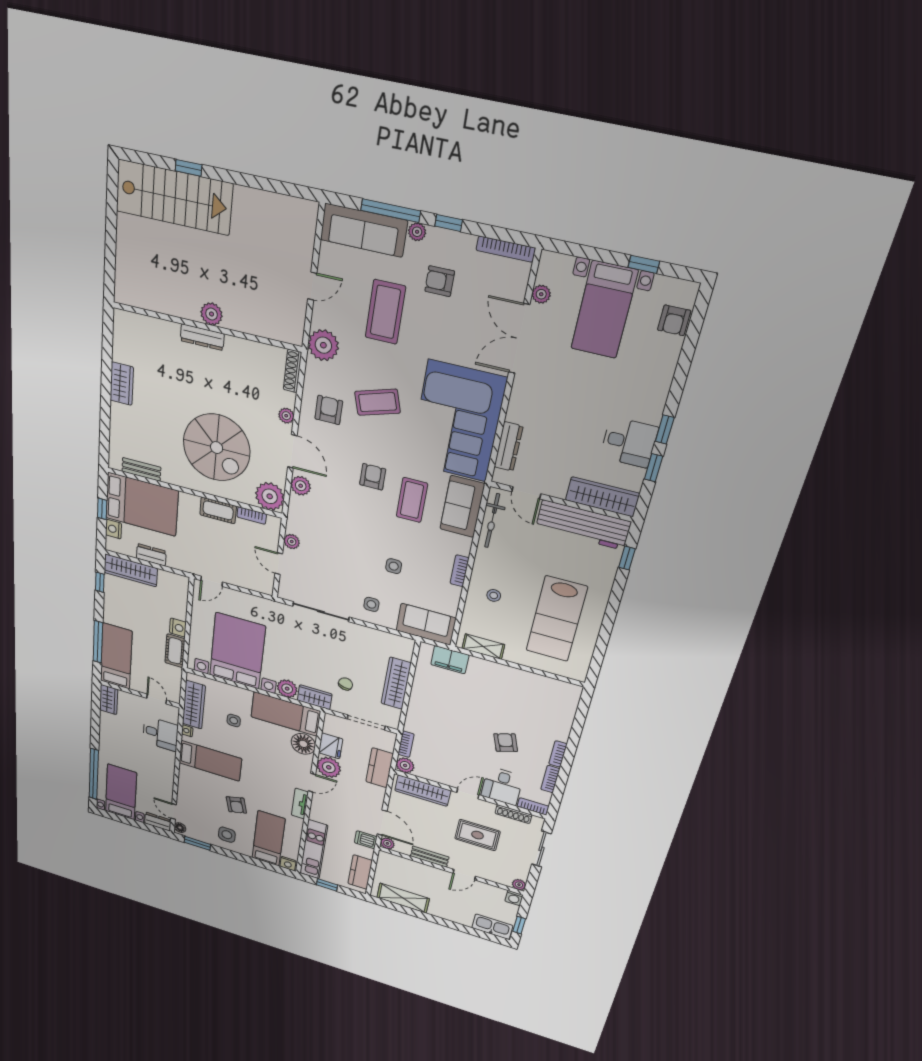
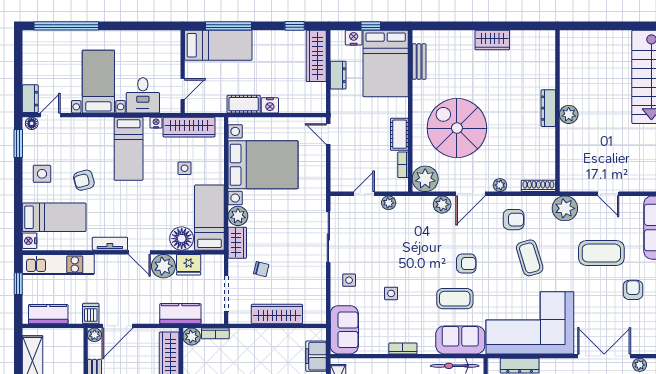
spiral stairs: (217, 448) -> (457, 128), turned 90
wardrobe: (109, 700) -> (165, 39), removed
bed with nightstands: (121, 792) -> (98, 82), moved, turned -90

